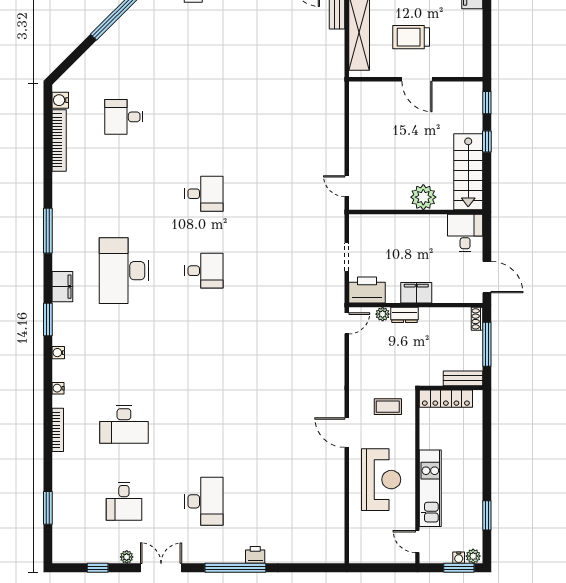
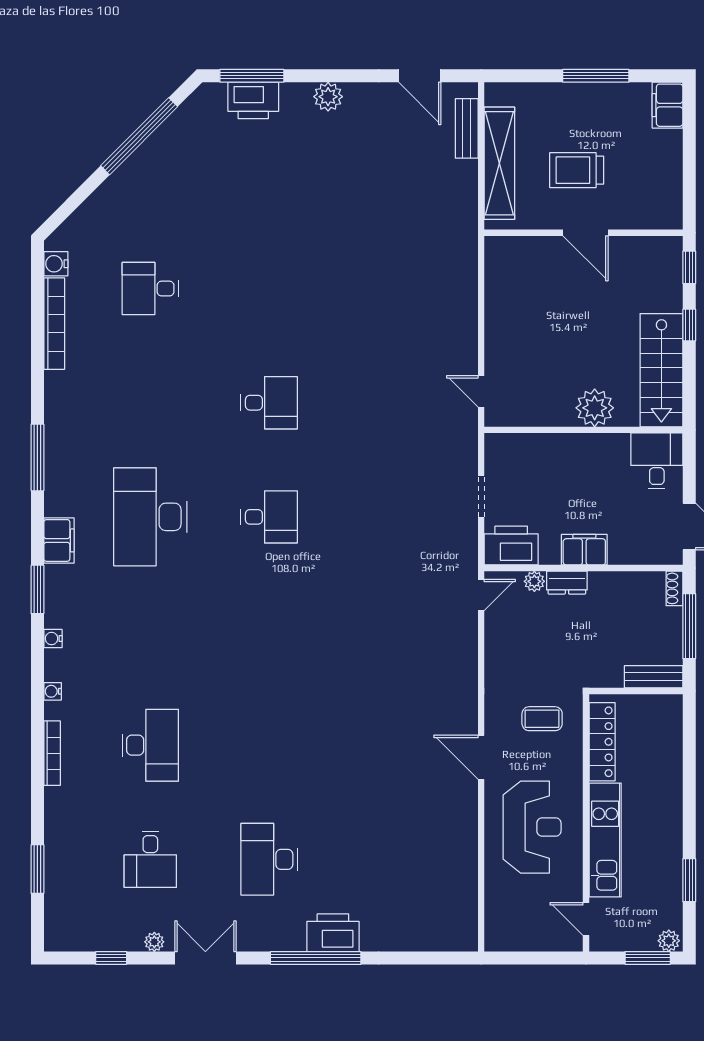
locker: (446, 399) -> (602, 742), moved, turned -90
desk: (124, 424) -> (150, 745), turned -90
desk: (204, 501) -> (269, 859), turned 180
printer: (255, 555) -> (333, 933), width x1.87, depth x1.48
water cooler: (459, 558) -> (647, 943), removed

